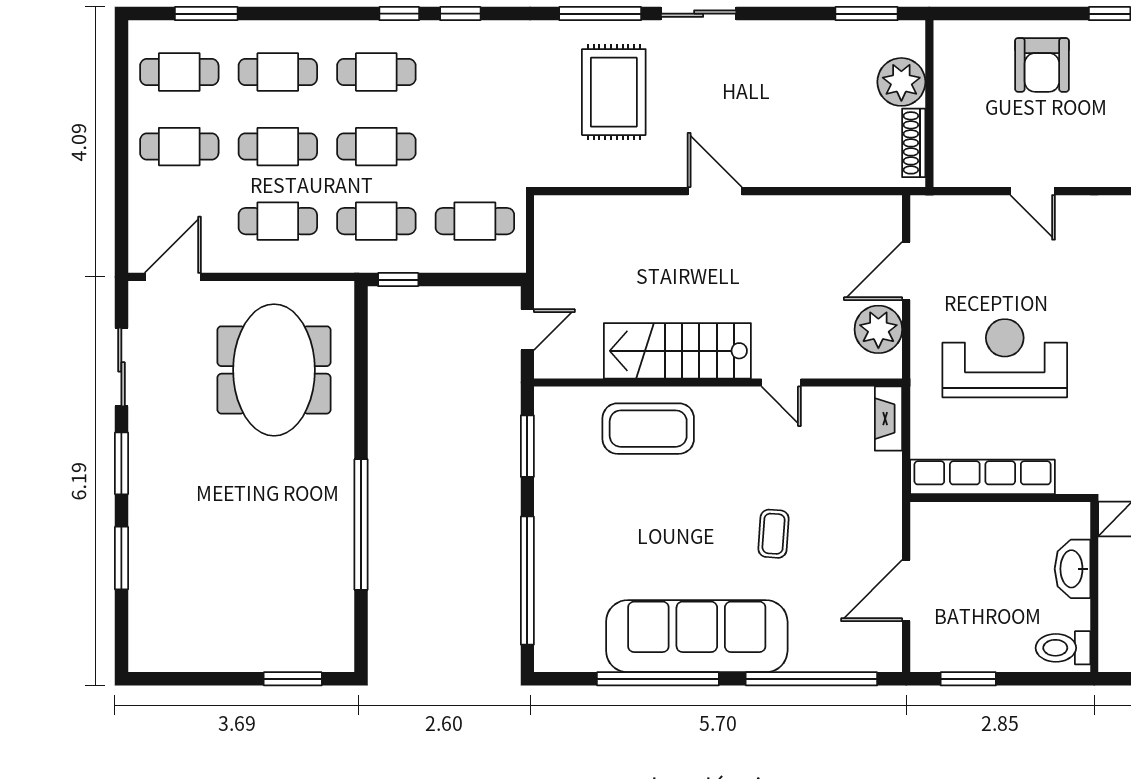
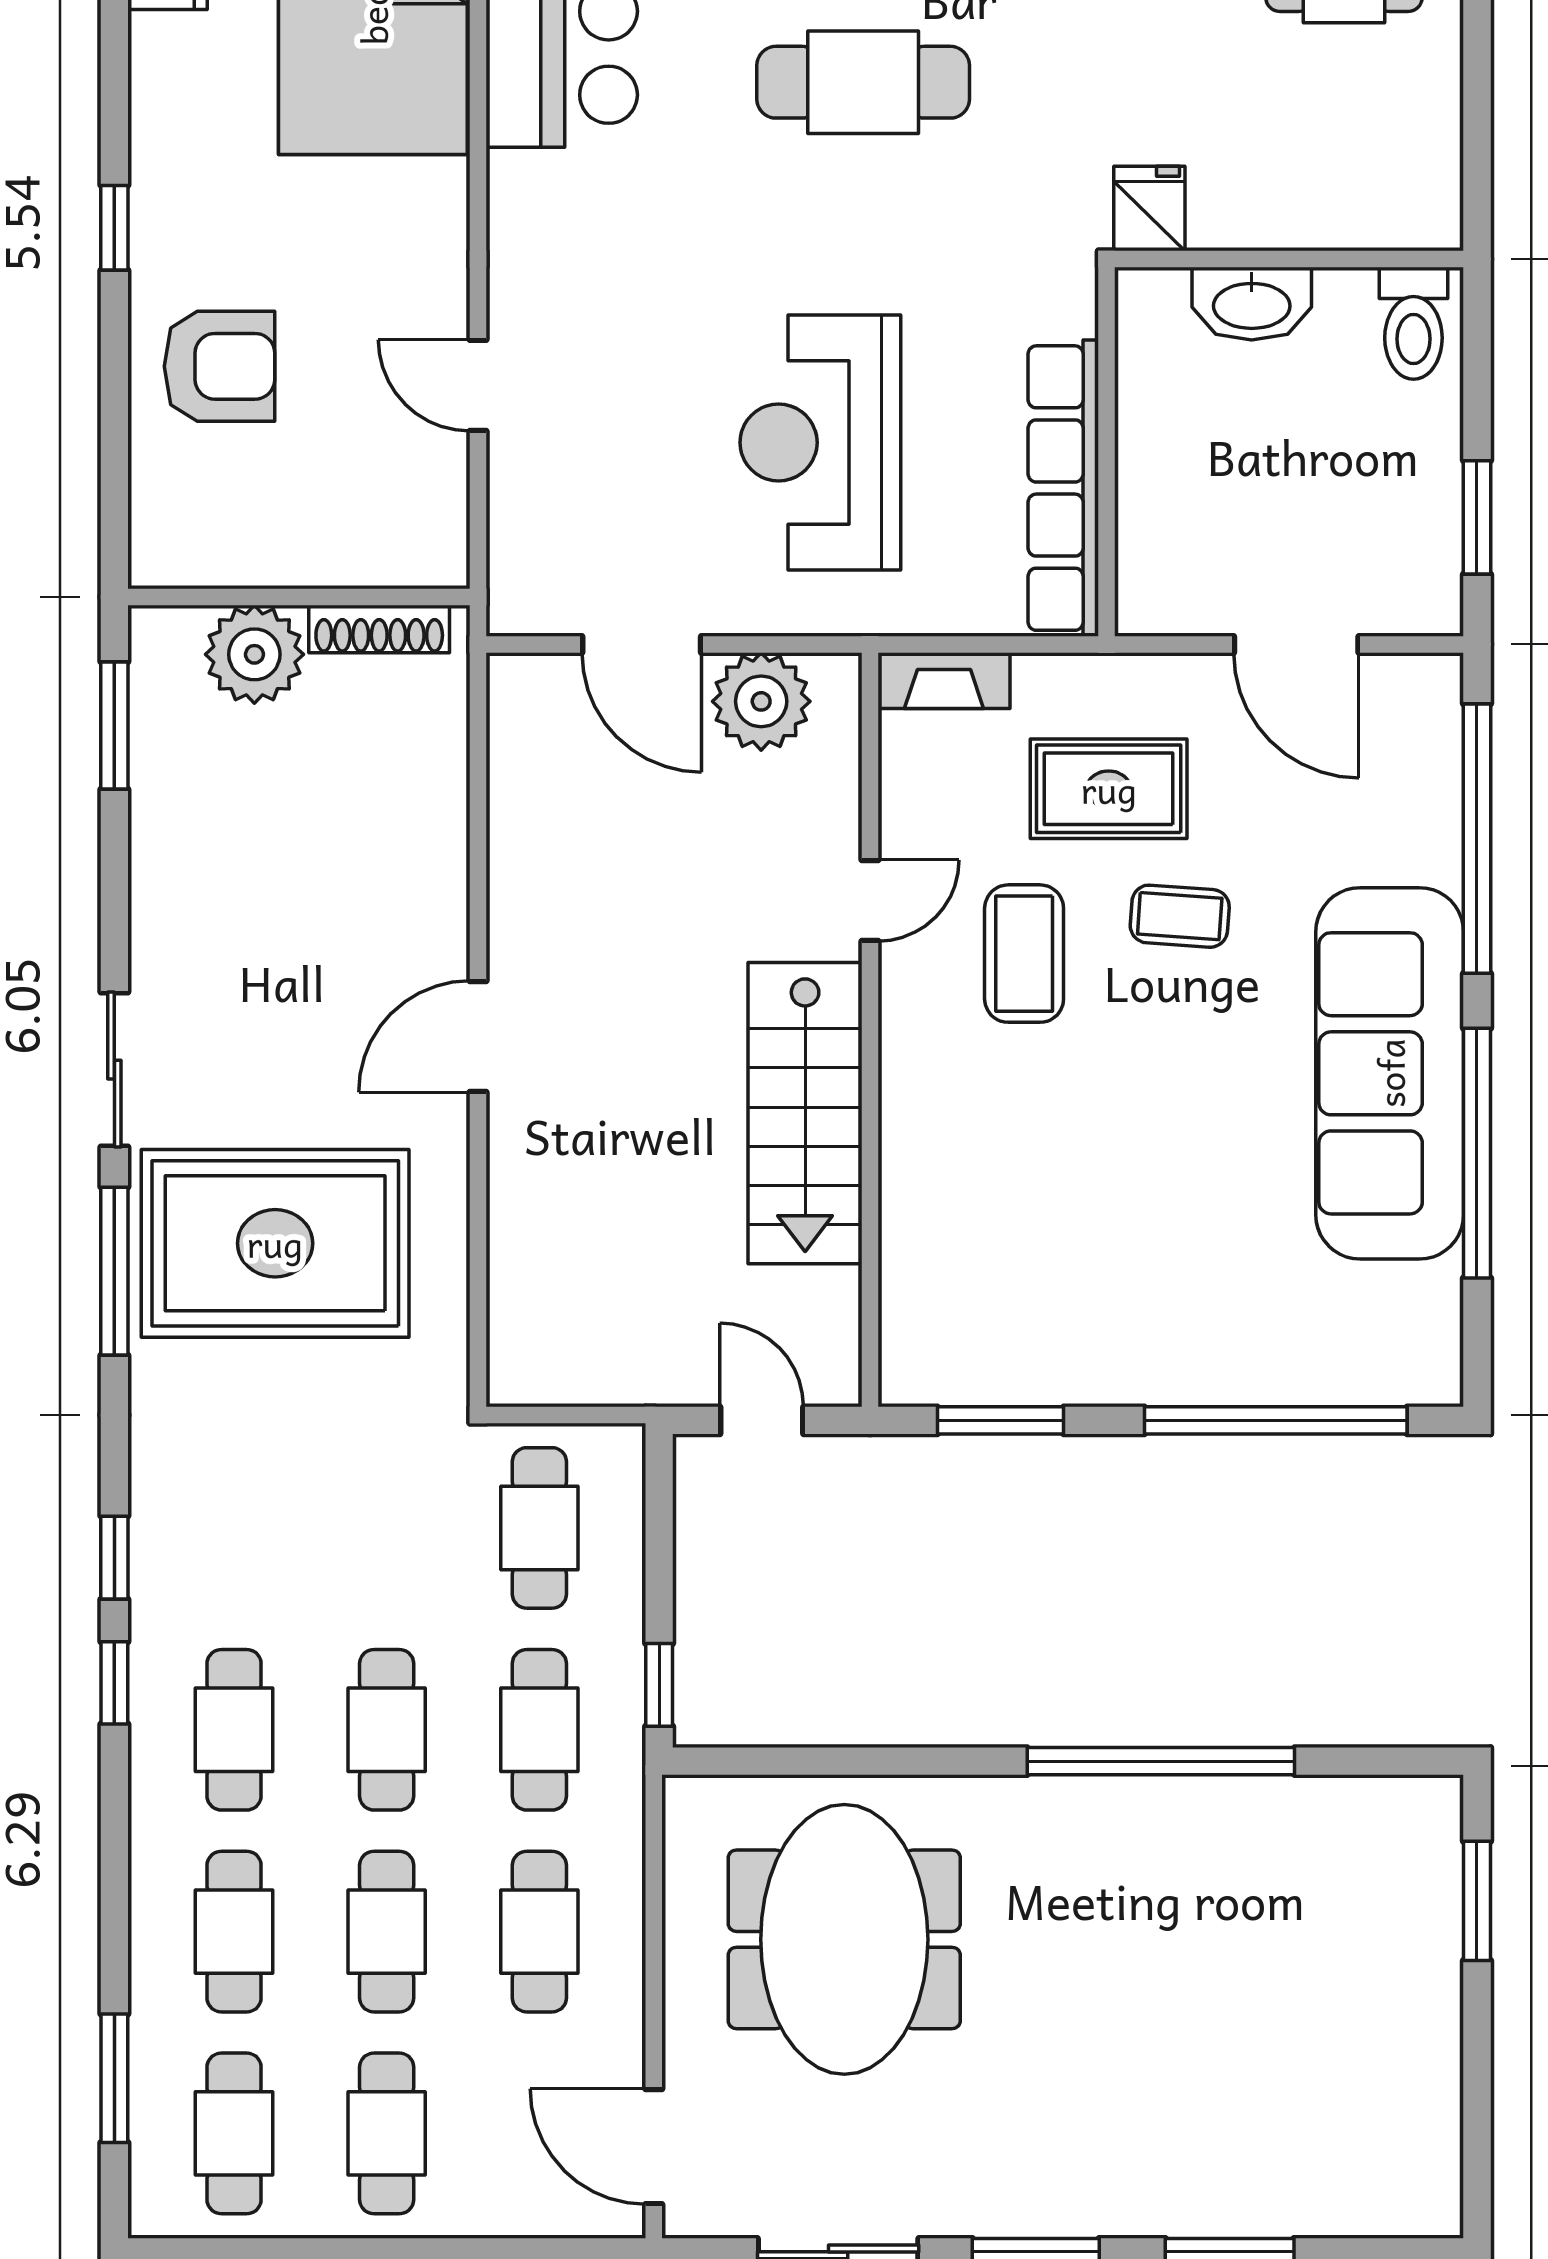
rug: (614, 92) -> (275, 1243), width x1.37, depth x1.44
door: (1033, 191) -> (478, 385), swing flipped
meeting table: (274, 370) -> (844, 1939), turned 90
coffee table: (648, 429) -> (1024, 954), moved, width x0.73, depth x0.76
rug: (836, 499) -> (1109, 789), added

